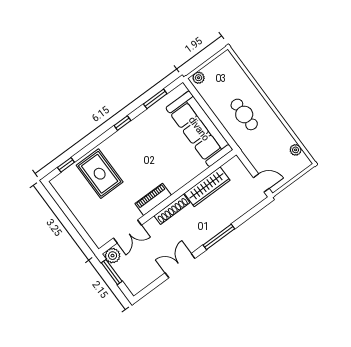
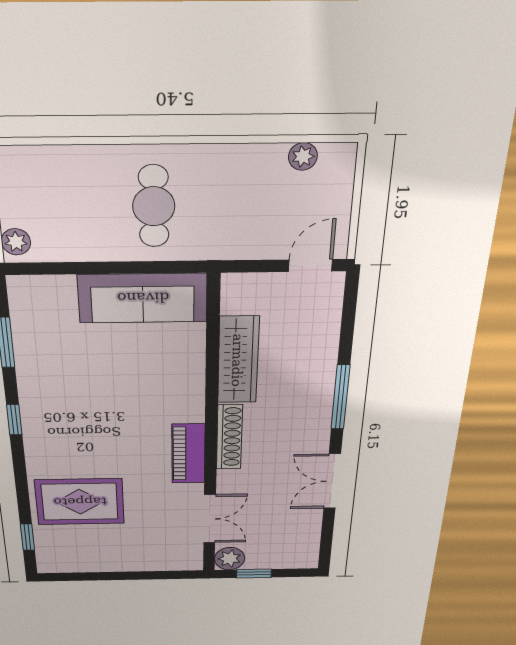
cafe table: (244, 114) -> (154, 206), turned 90
sofa: (199, 129) -> (143, 298), width x0.74, depth x0.79
window: (112, 272) -> (254, 574), width x0.67

